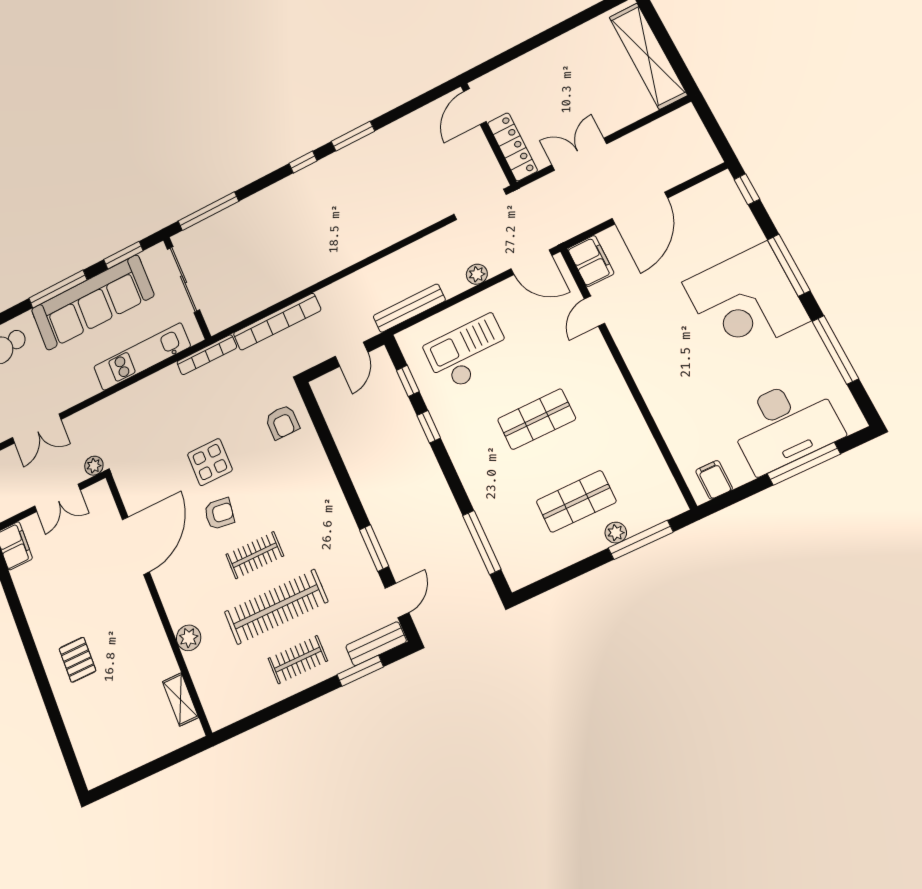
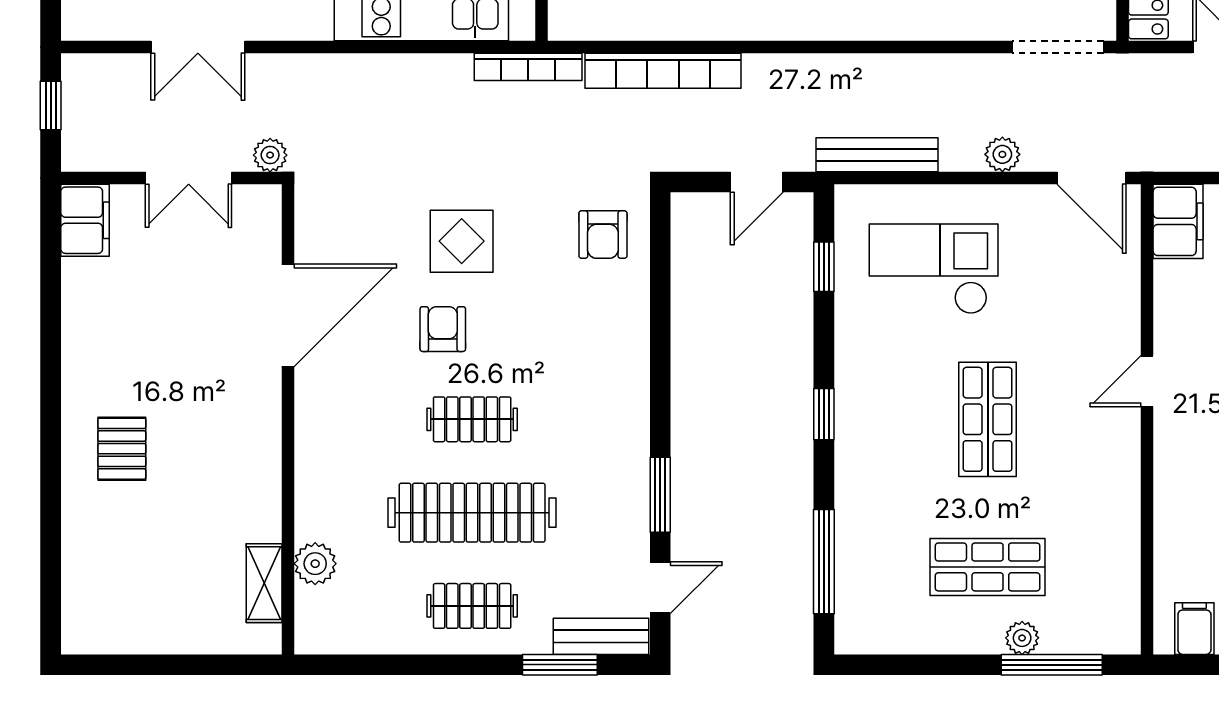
door: (594, 311) -> (1147, 381), moved
shop shelf: (537, 419) -> (988, 419), turned 90
window: (429, 427) -> (824, 414), moved
armchair: (219, 514) -> (443, 329), turned -98
plant: (189, 638) -> (315, 564), moved

